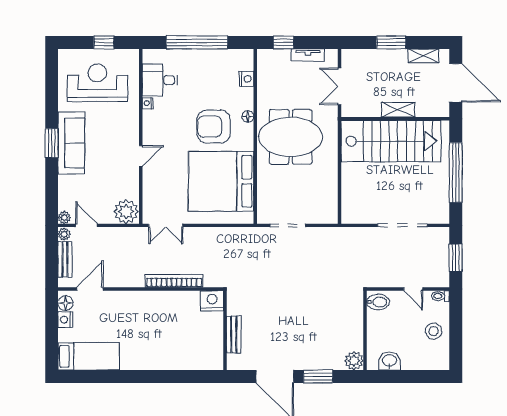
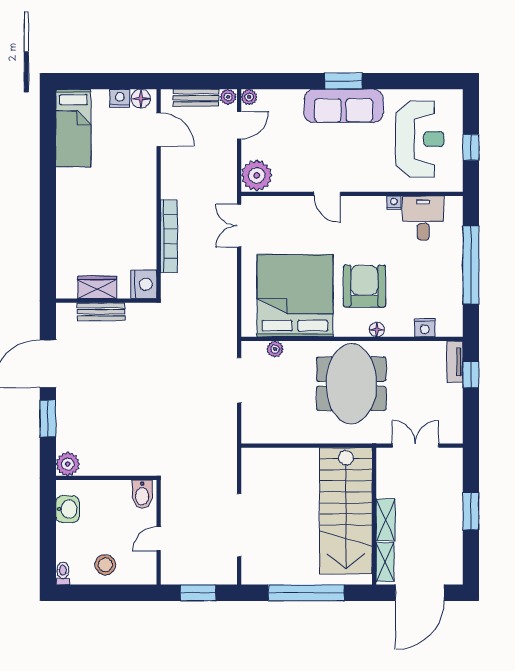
tv unit: (308, 55) -> (455, 362), moved
shelving: (423, 56) -> (385, 562), moved
plant: (263, 197) -> (275, 349), added
toilet: (440, 296) -> (63, 573), moved
wardrobe: (215, 338) -> (97, 287), added

